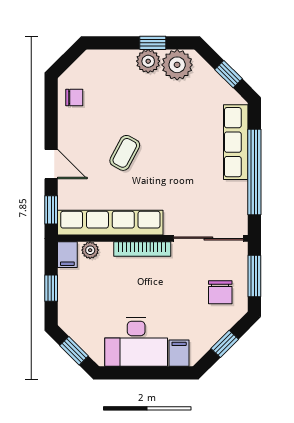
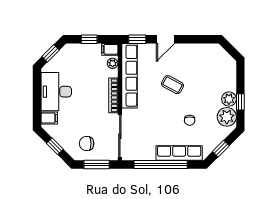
chair: (74, 97) -> (190, 120), moved

